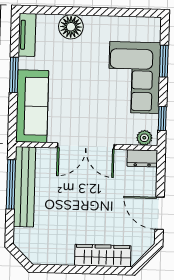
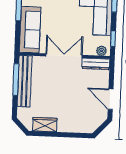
double door: (86, 146) -> (64, 56), swing flipped
dresser: (142, 158) -> (96, 64), width x1.44
wardrobe: (103, 256) -> (45, 125), moved, width x0.67

